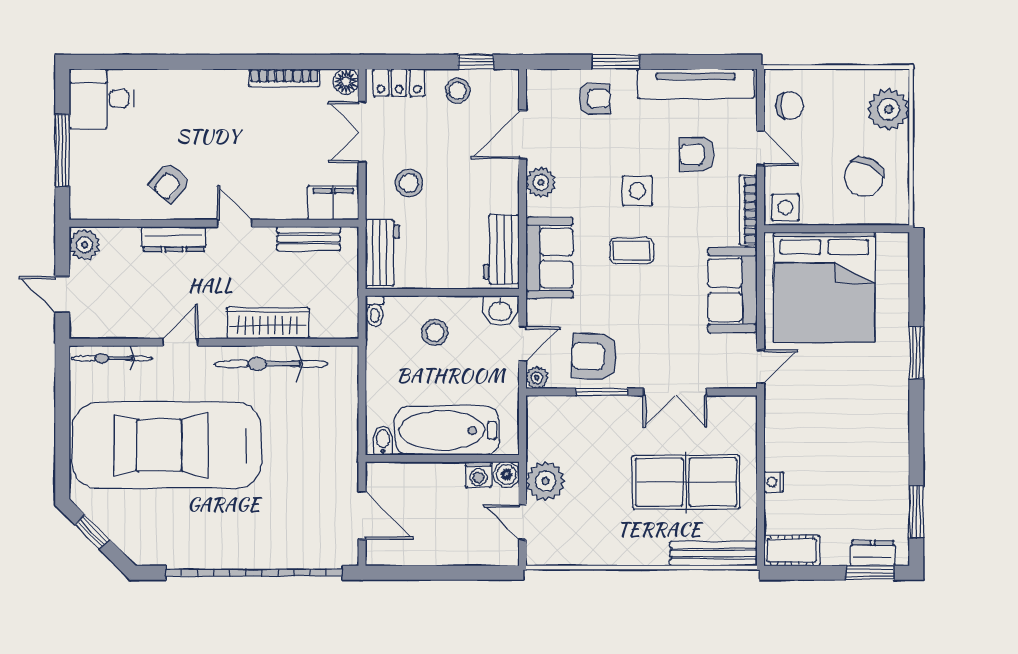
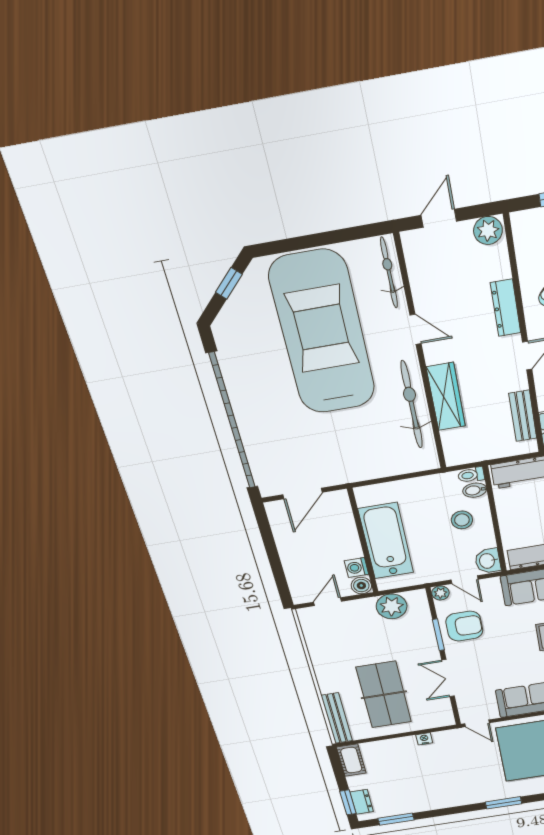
armchair: (594, 356) -> (464, 626), turned 88
bidet: (383, 441) -> (475, 490), moved, turned 180
plant: (545, 481) -> (392, 606), moved
nightstand: (774, 482) -> (424, 739), moved

